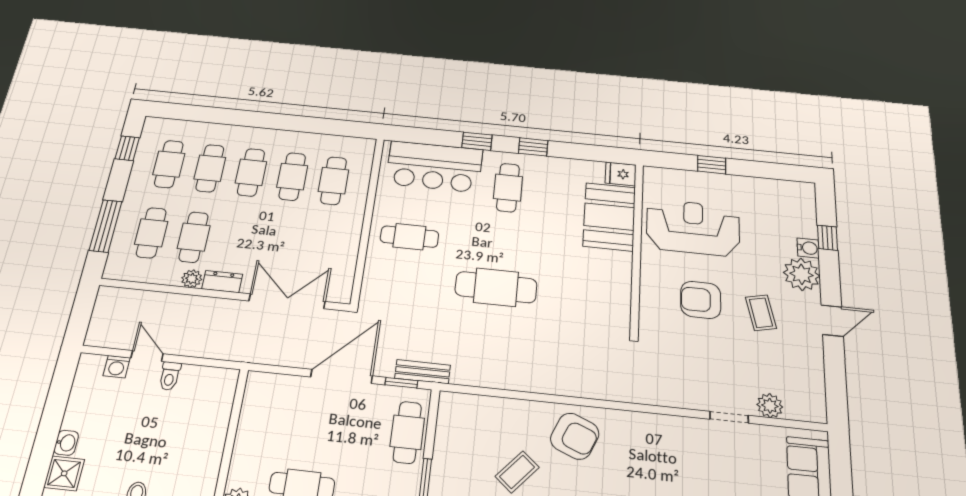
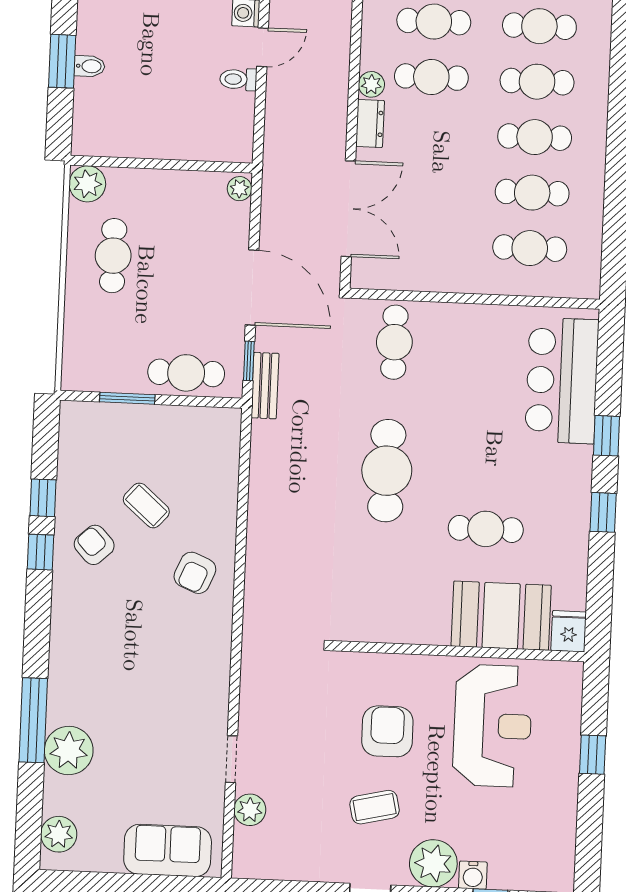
cafe table: (508, 188) -> (486, 529), moved
cafe table: (409, 237) -> (394, 342), moved
plant: (259, 381) -> (239, 189), added
armchair: (575, 436) -> (195, 573), width x0.72, depth x0.72

